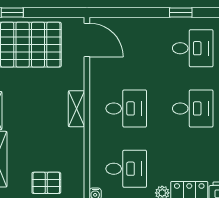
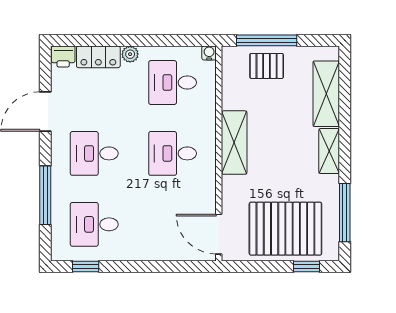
window: (181, 12) -> (86, 266), moved
shelving: (77, 109) -> (234, 143), width x1.50, depth x1.33

